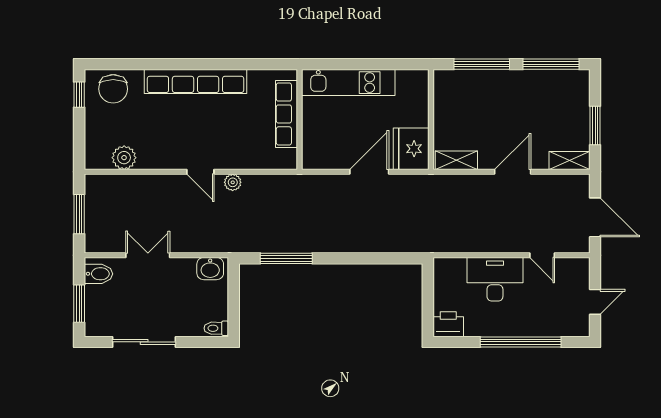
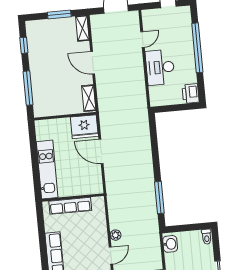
window: (551, 64) -> (24, 45), width x0.46

